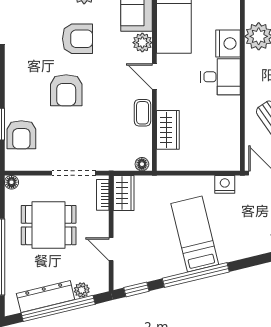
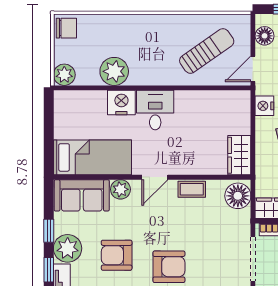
armchair: (77, 39) -> (117, 255), turned -90
wardrobe: (168, 130) -> (239, 155), moved, turned -90
floor lamp: (142, 164) -> (238, 196), width x1.89, depth x1.89

